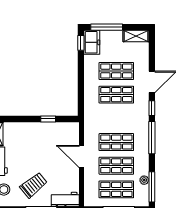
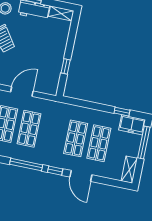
window: (81, 43) -> (122, 112), moved

